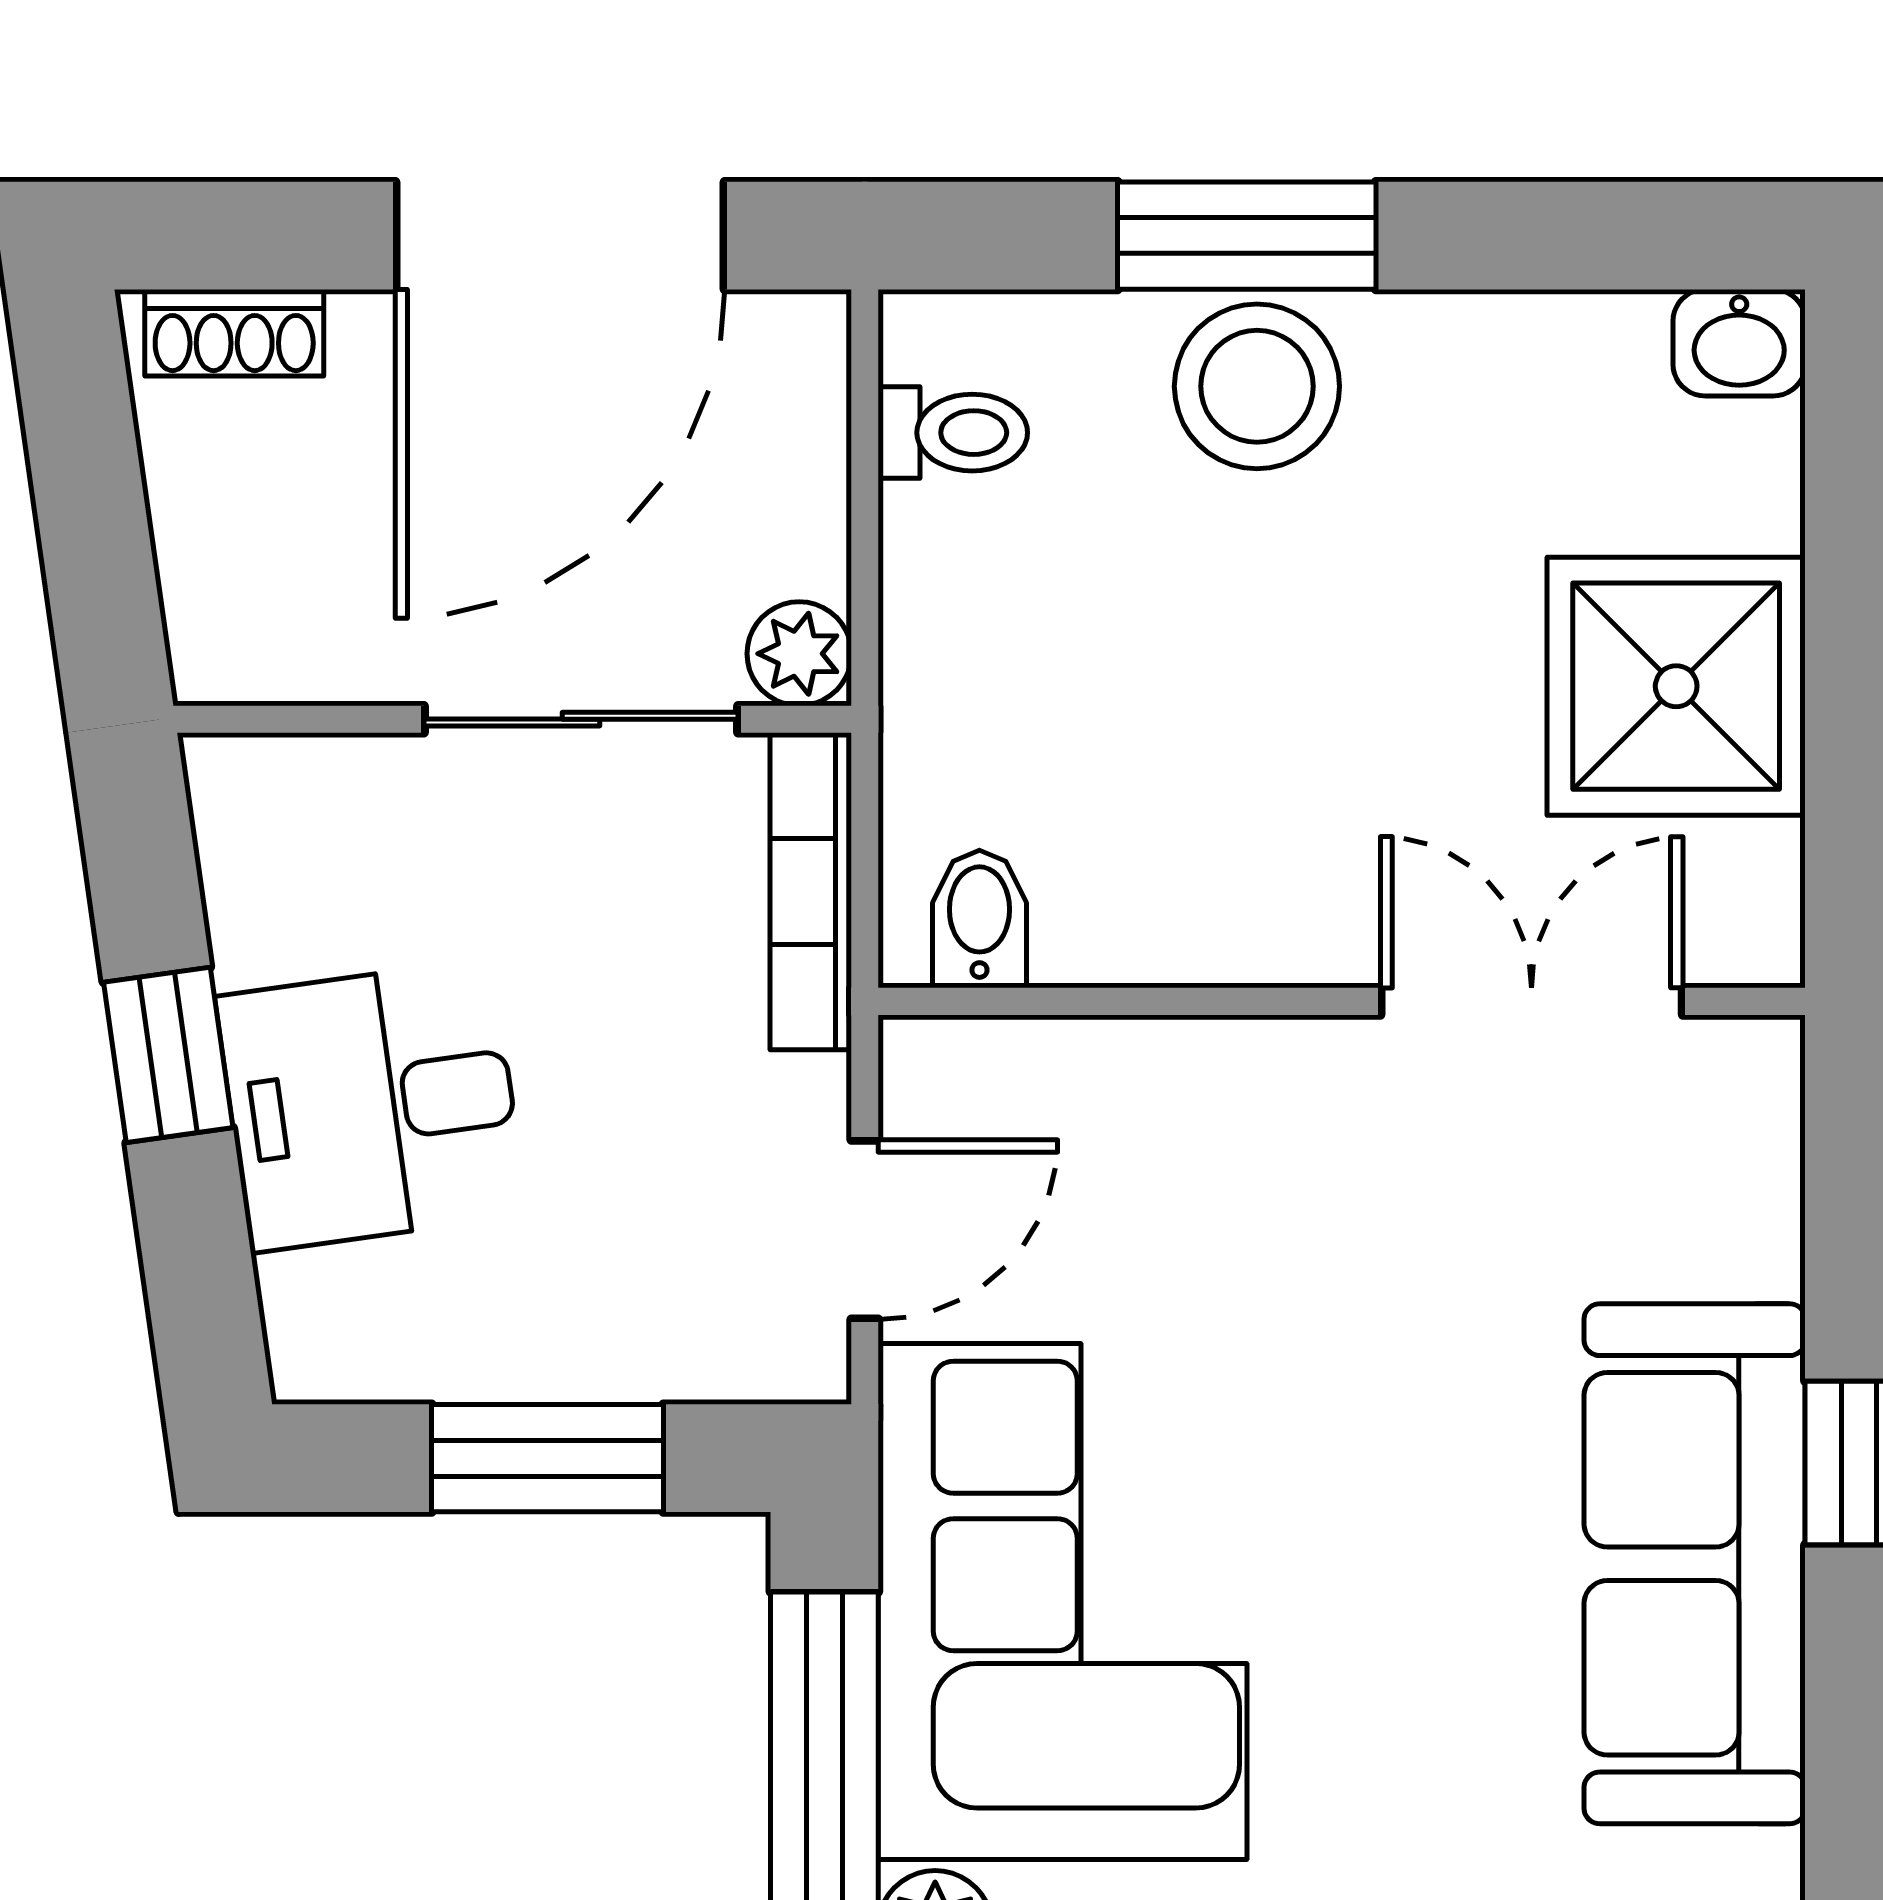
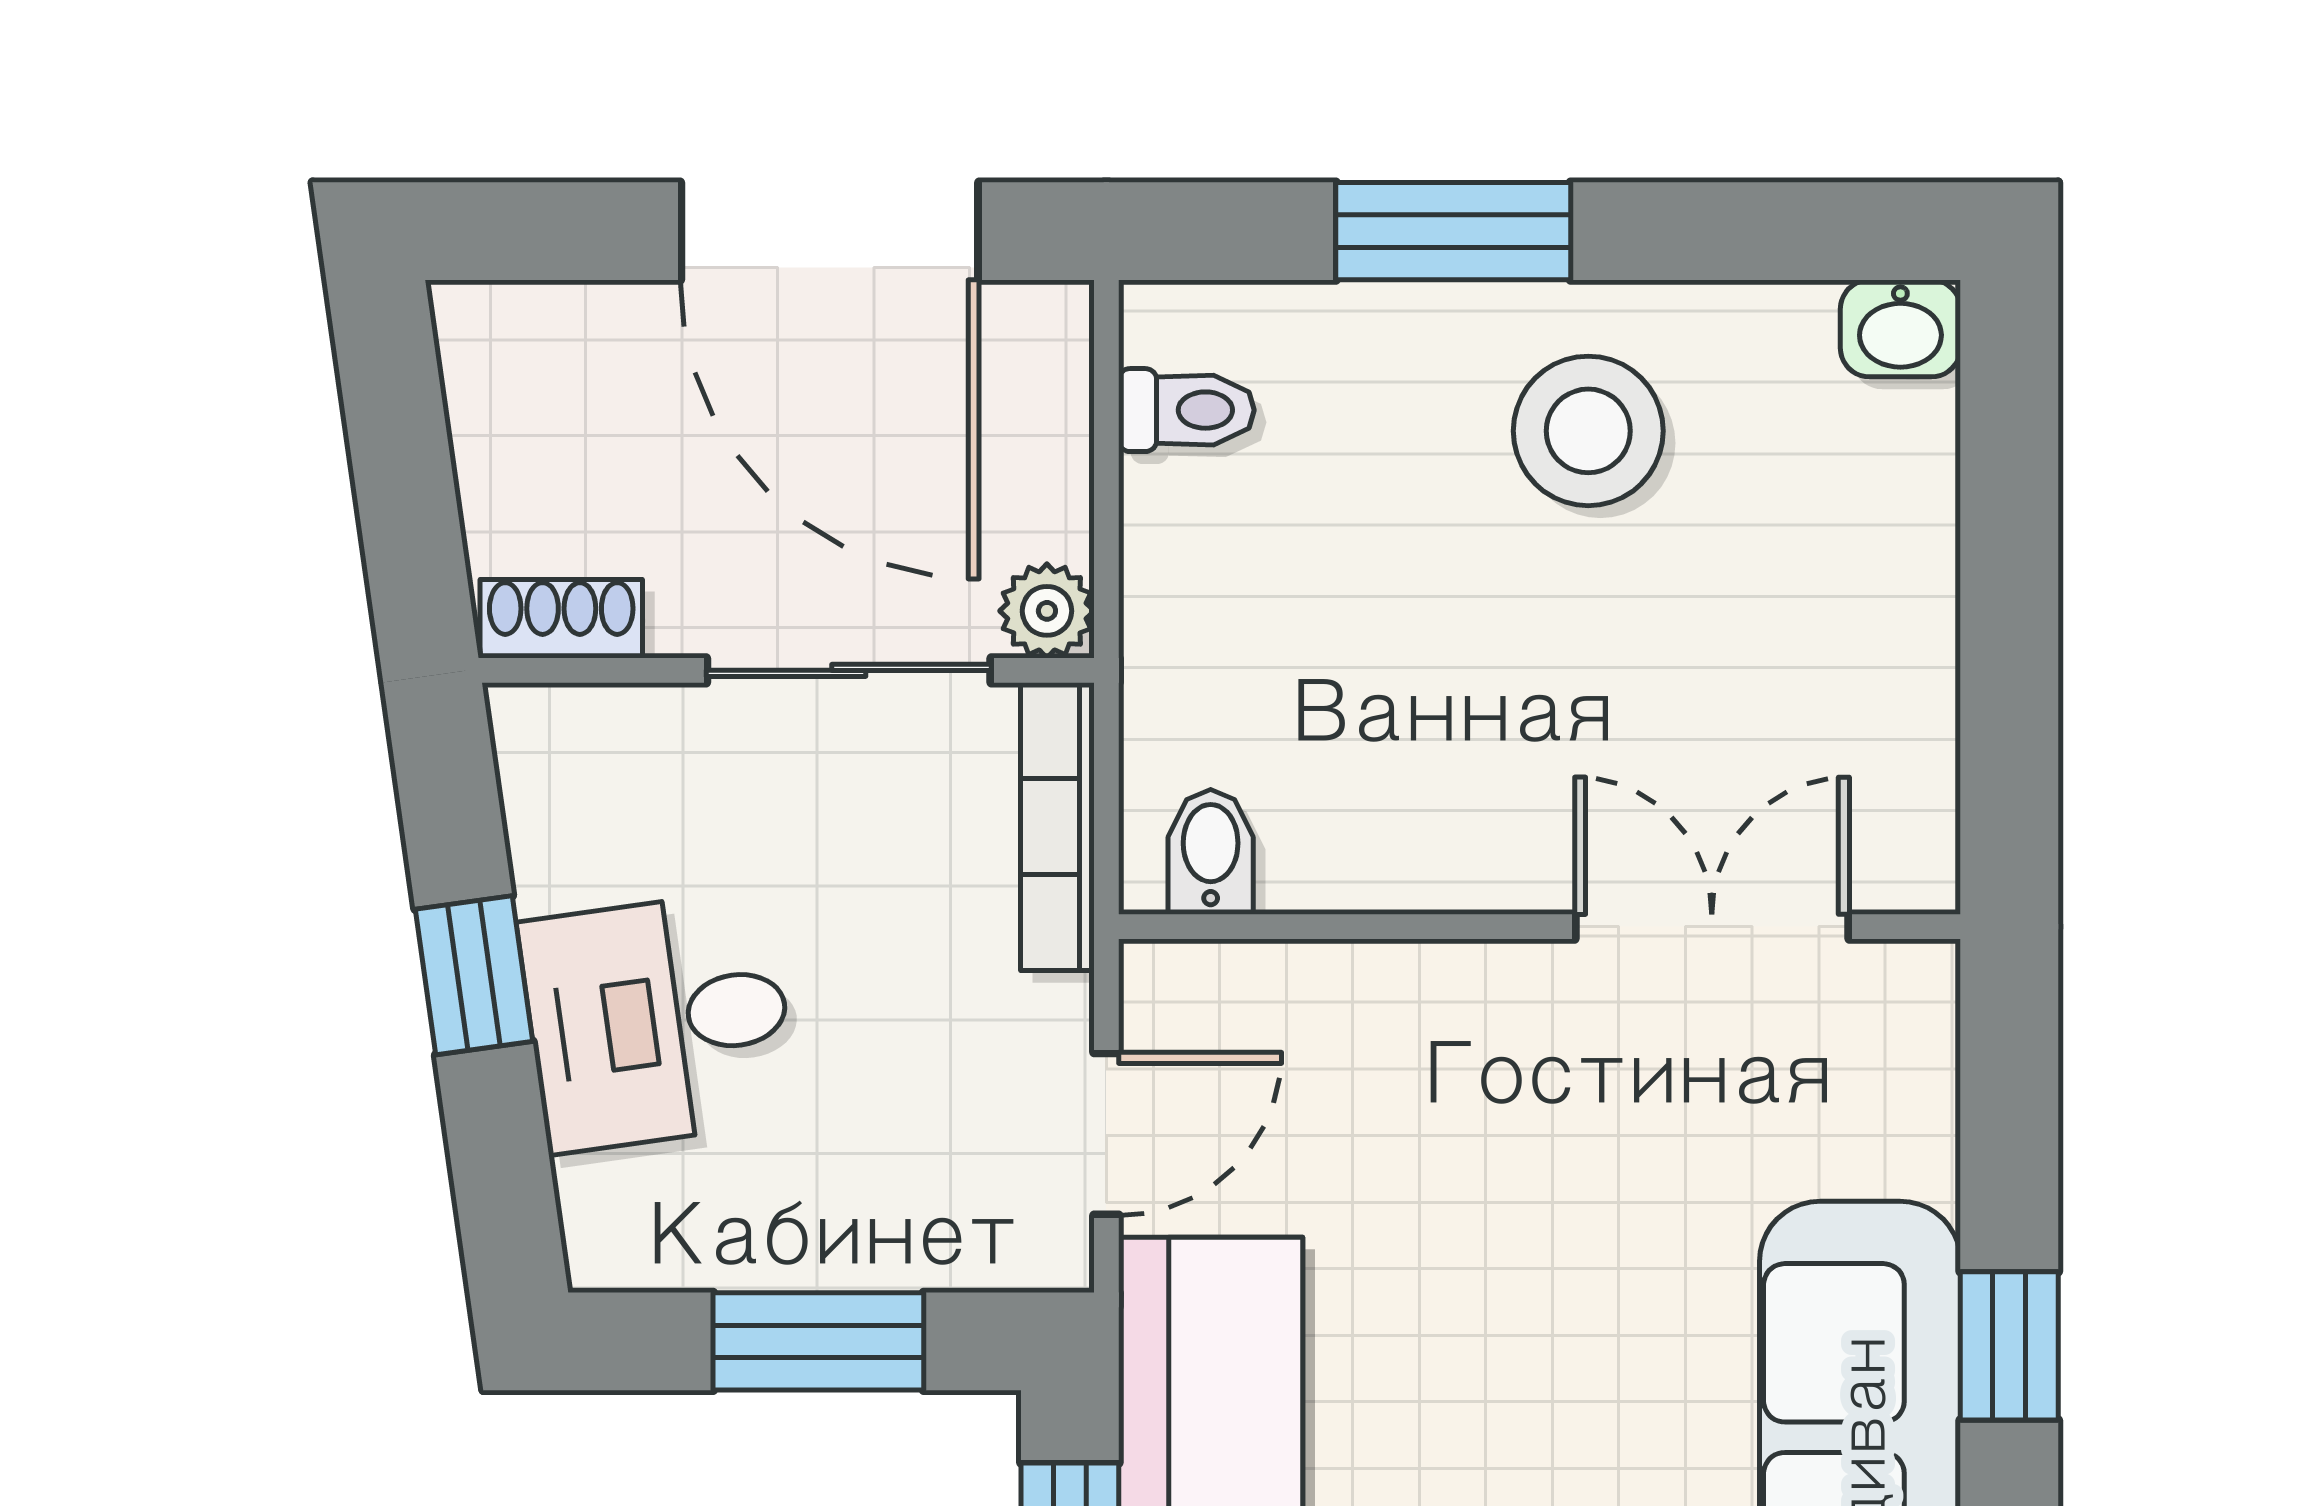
door: (560, 236) -> (830, 231), hinge flipped
shoe rack: (234, 333) -> (561, 619), moved, turned 180
stool: (1257, 386) -> (1588, 431), moved
shower: (1676, 686) -> (1843, 640), removed

